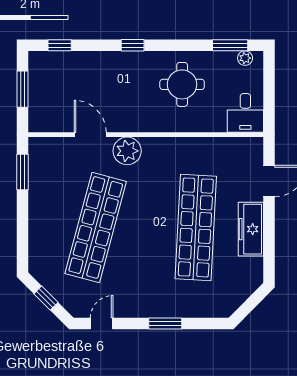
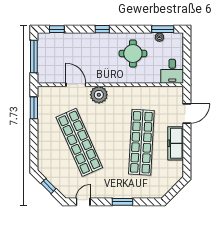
plant: (245, 58) -> (159, 37), moved
window: (22, 89) -> (34, 56), width x1.44
shop shelf: (96, 227) -> (79, 142), turned -39

